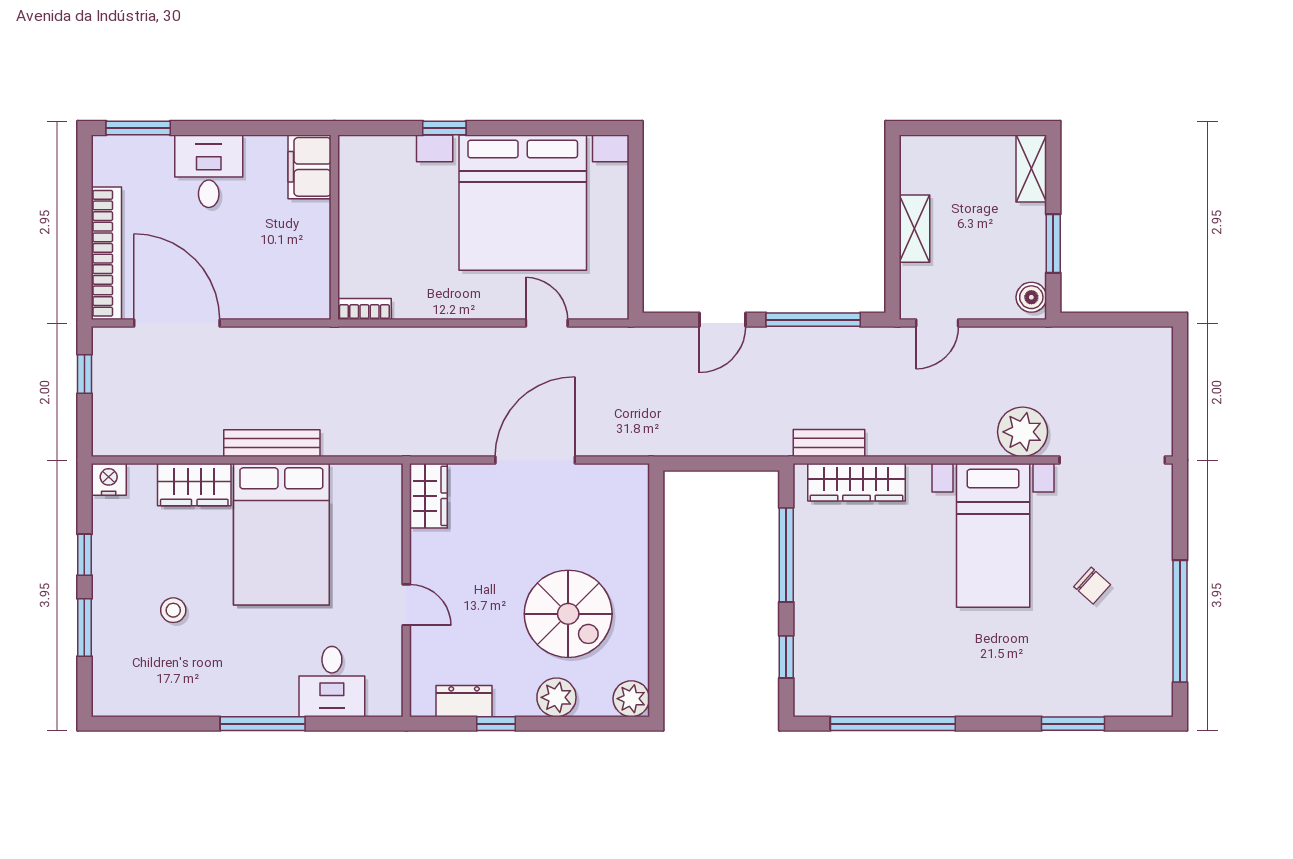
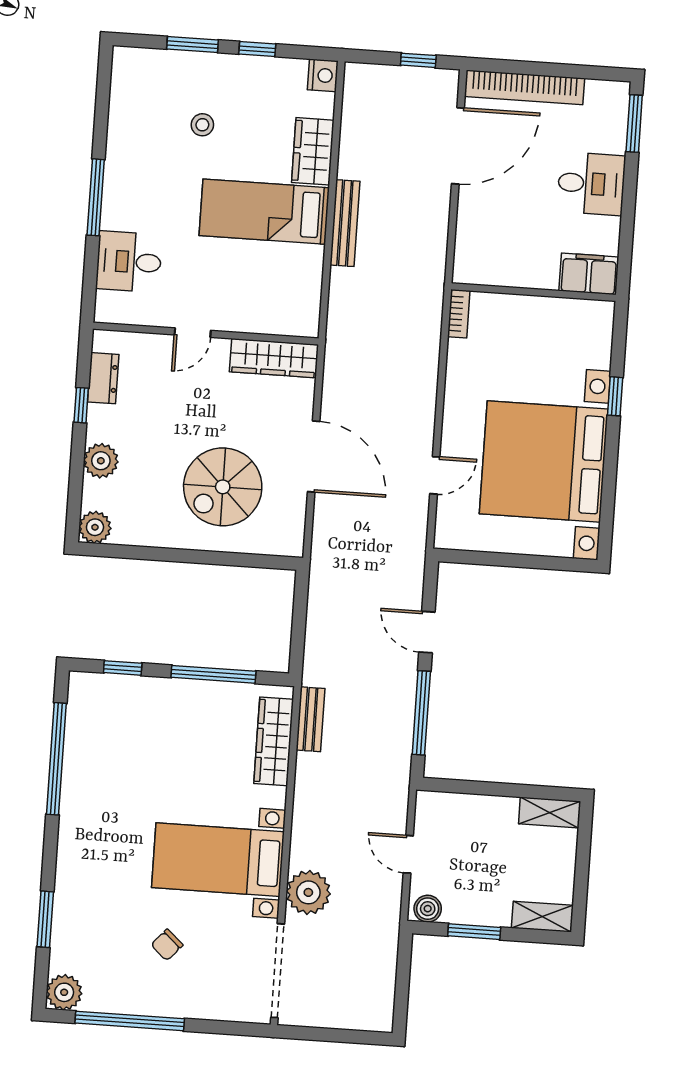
shelving: (914, 229) -> (550, 813), moved
door: (937, 323) -> (408, 854), moved
wardrobe: (428, 496) -> (274, 358), width x1.50
bed: (281, 534) -> (264, 212), width x0.67
spiral stairs: (568, 614) -> (223, 487), moved
plant: (1153, 697) -> (64, 992), added

